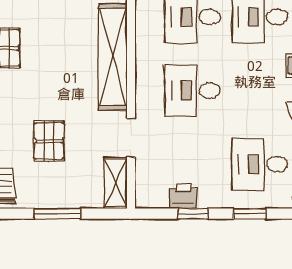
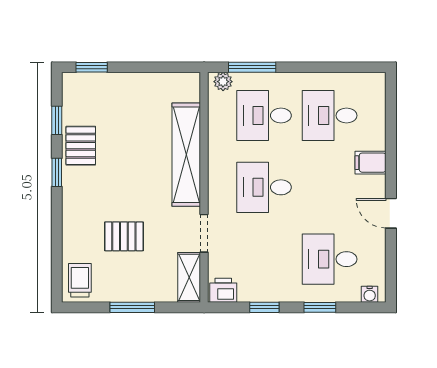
pallet: (49, 141) -> (124, 236), turned 90
printer: (183, 196) -> (223, 290), moved

